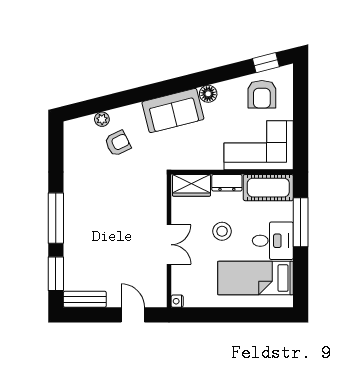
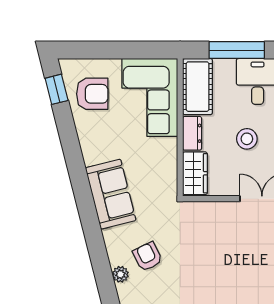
floor lamp: (208, 94) -> (92, 154), removed

